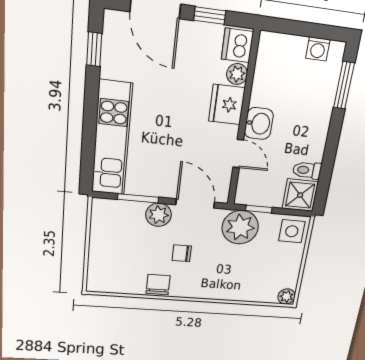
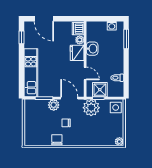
window: (210, 16) -> (65, 19), removed
washbasin: (259, 124) -> (92, 49), moved
shower: (300, 195) -> (100, 90), moved

